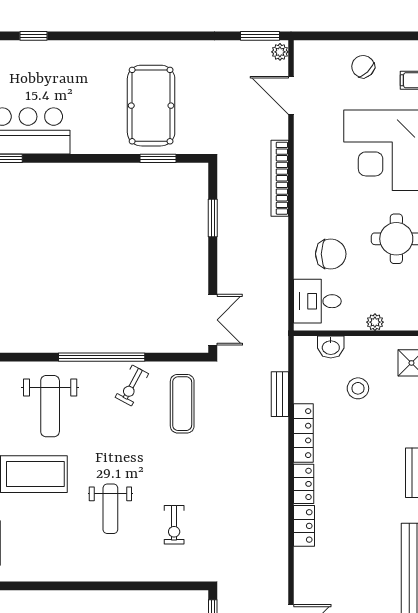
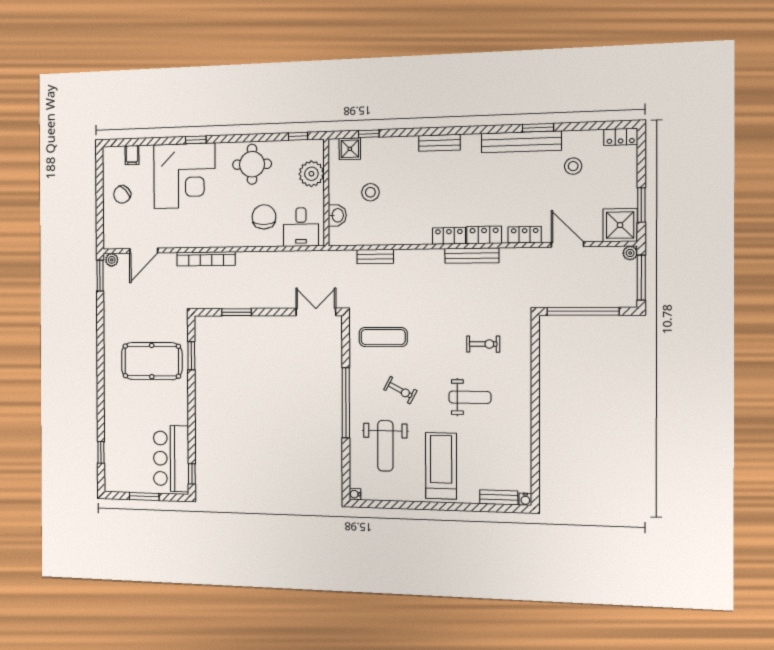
plant: (375, 322) -> (311, 174), width x1.87, depth x1.87
exercise bike: (132, 385) -> (400, 390), moved
weight bench: (50, 406) -> (385, 446), turned 90
locker: (303, 433) -> (525, 235), moved, width x0.66
bench: (279, 511) -> (472, 256), added

